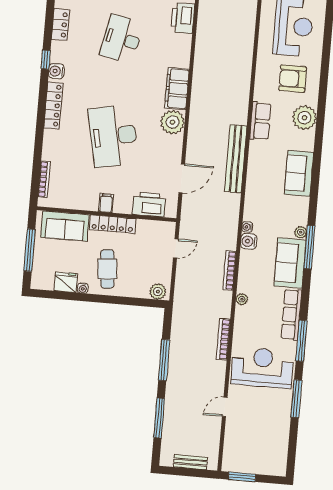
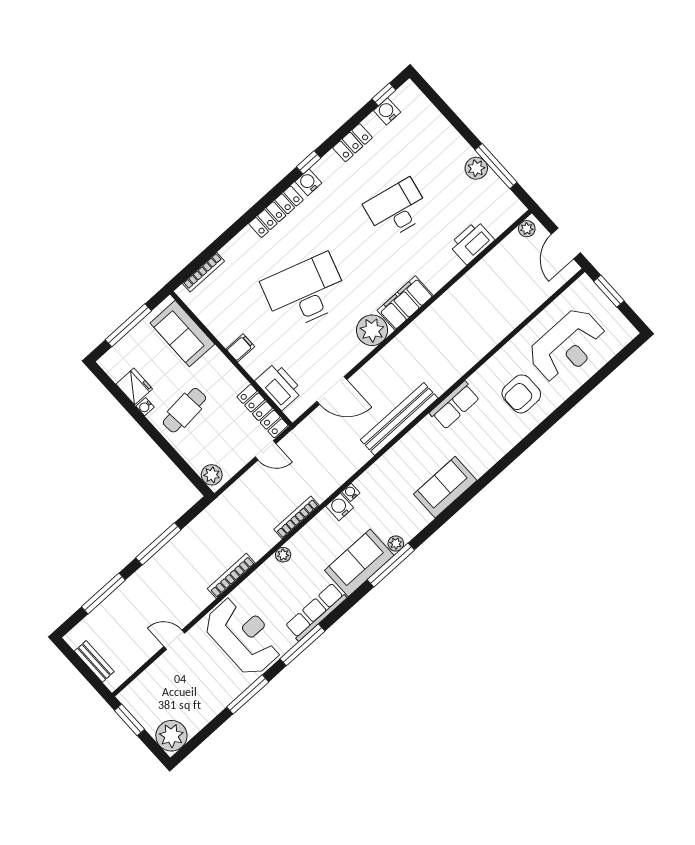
armchair: (293, 79) -> (521, 394), turned -90
plant: (304, 118) -> (171, 736), moved
desk: (113, 136) -> (305, 292), turned 30
locker: (113, 224) -> (262, 411), moved

